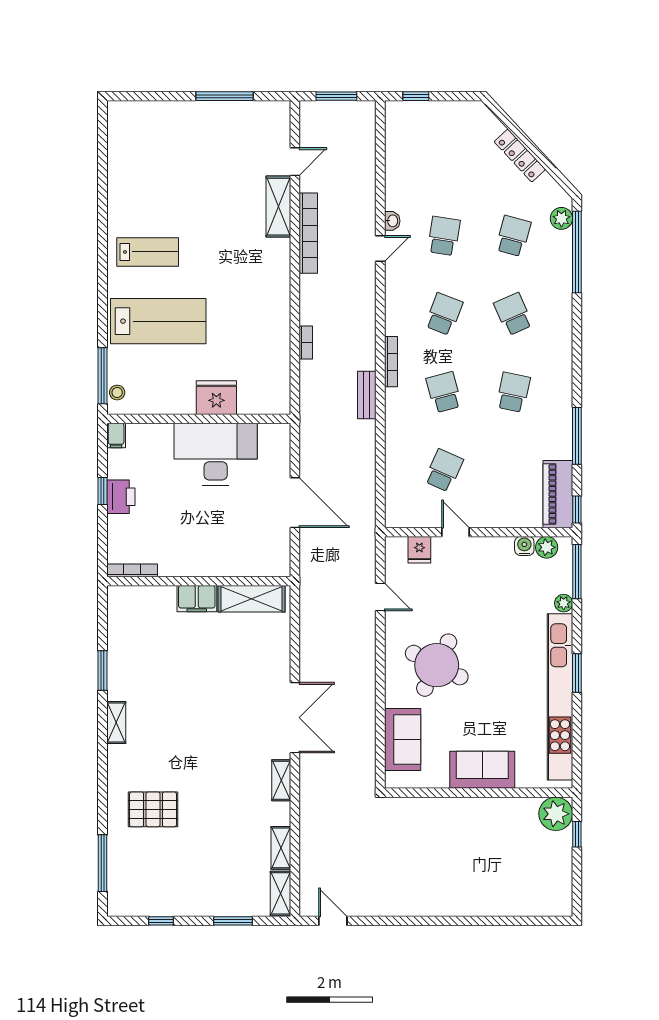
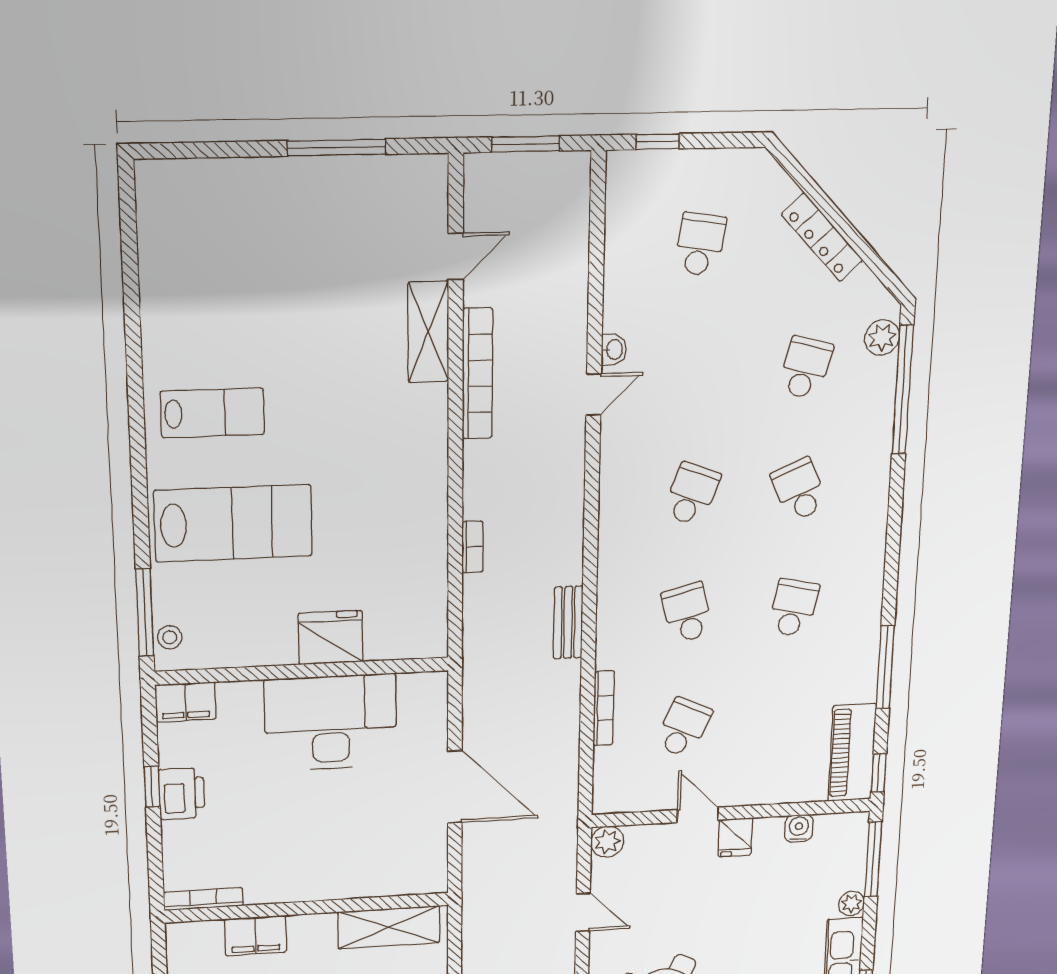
school desk: (444, 236) -> (700, 244), moved
bookcase: (391, 362) -> (604, 708), moved
filing cabinet: (116, 435) -> (186, 702), width x2.00
plant: (547, 547) -> (607, 842), moved
fridge: (419, 550) -> (735, 837), moved
filing cabinet: (197, 599) -> (256, 936), moved

